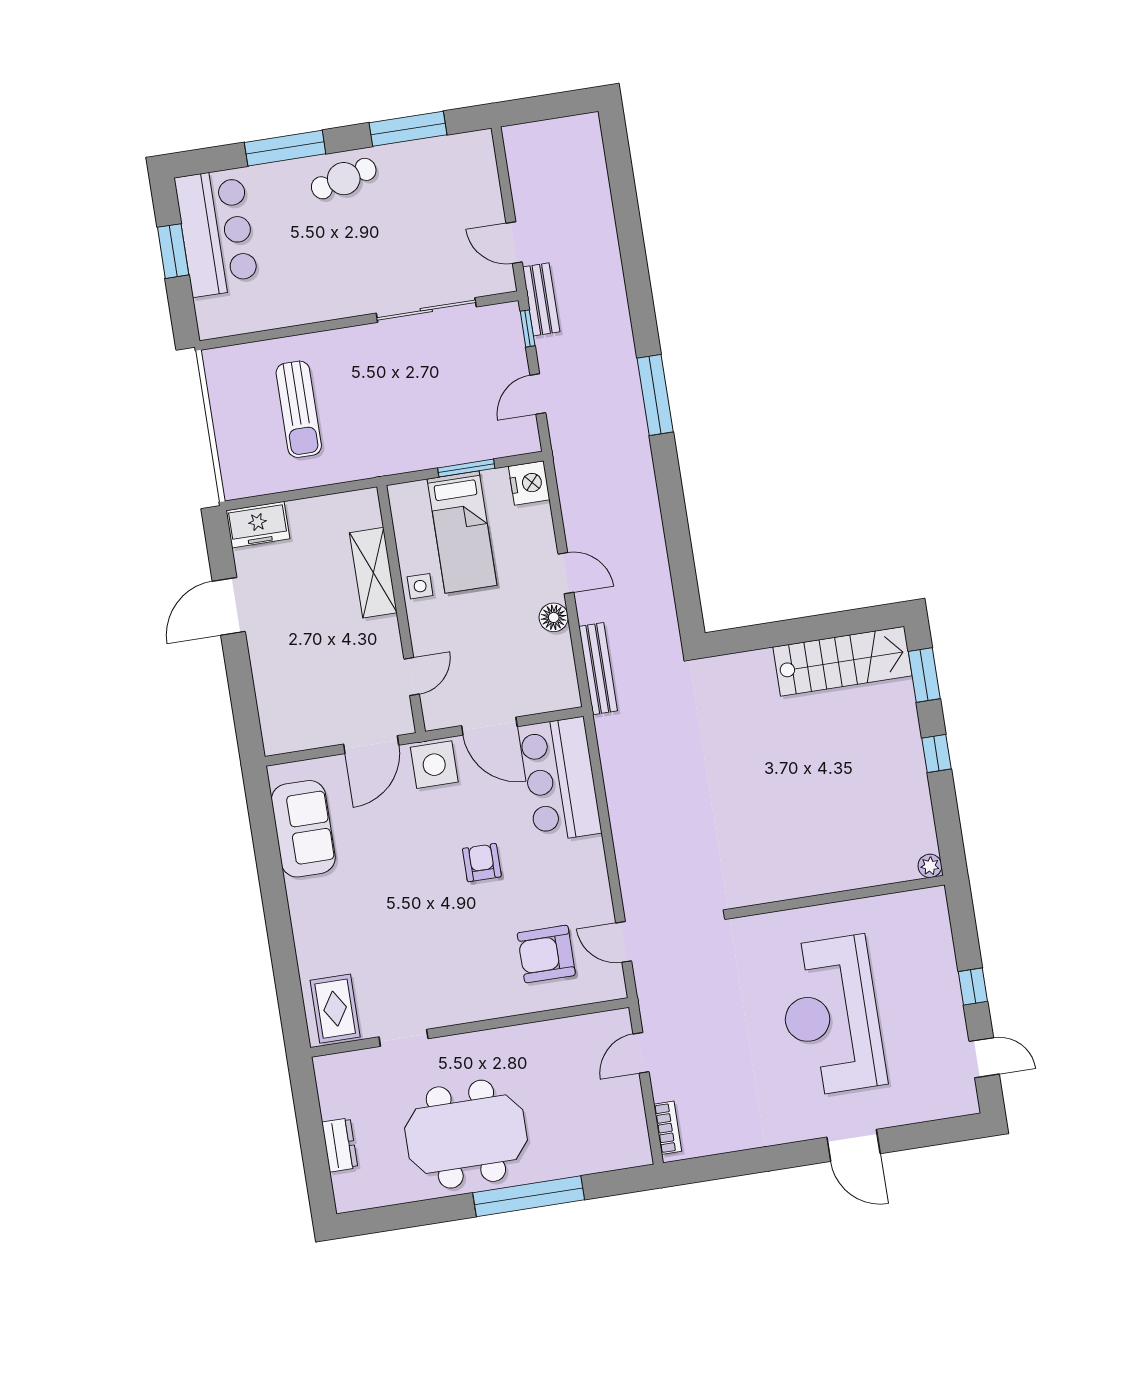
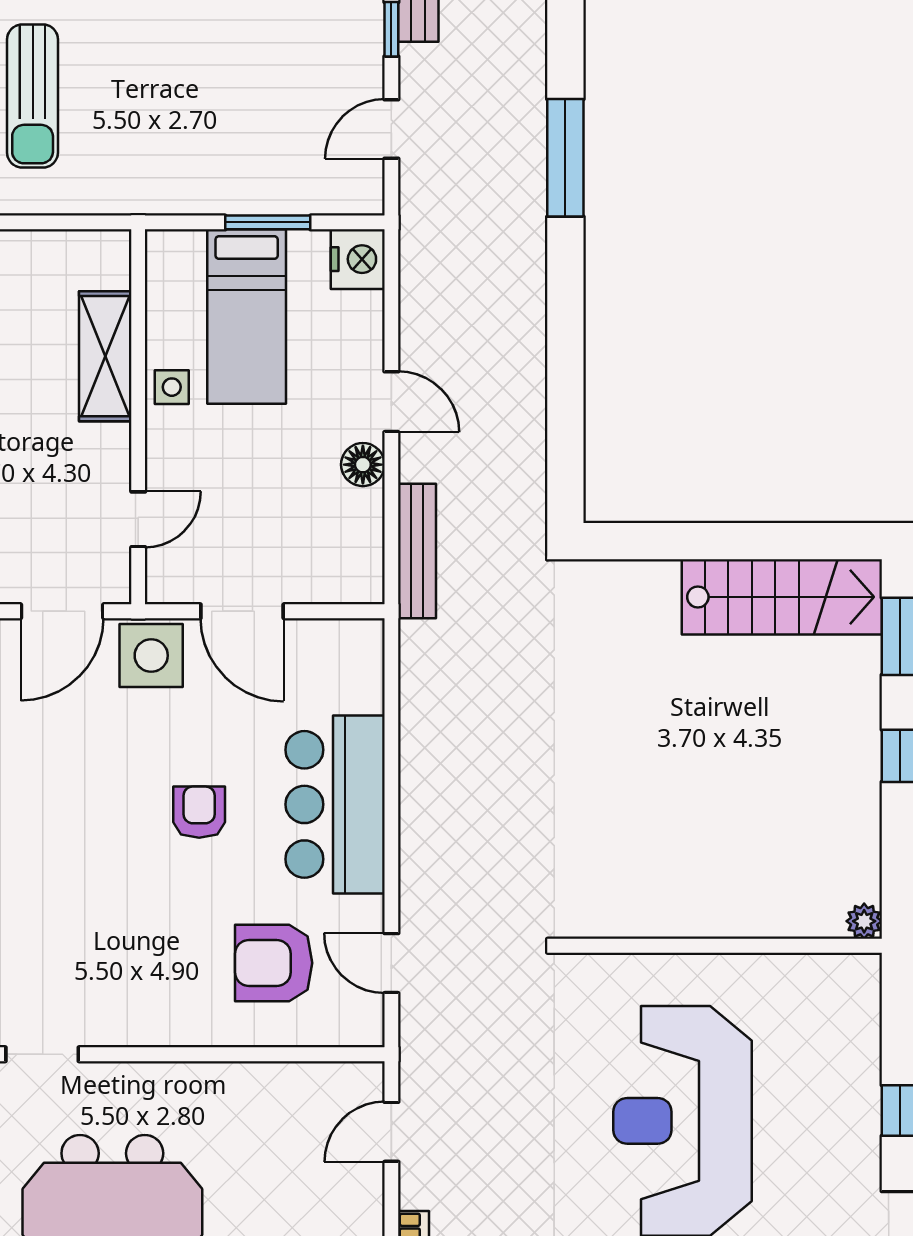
bar counter: (560, 780) -> (335, 804), moved

